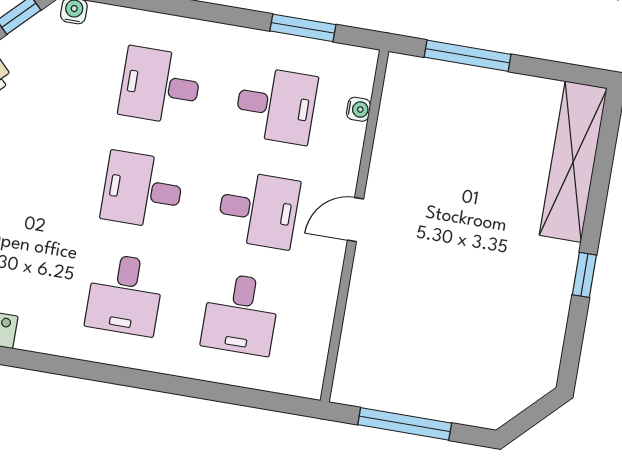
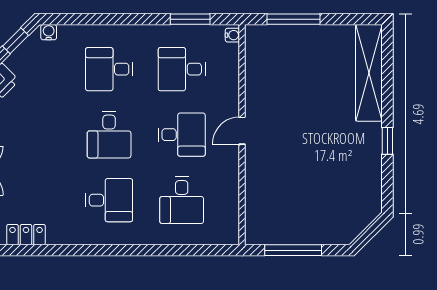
desk: (276, 105) -> (182, 69), turned 180
water cooler: (359, 109) -> (232, 35), moved
desk: (142, 190) -> (109, 135), turned -90
desk: (125, 295) -> (109, 200), turned -90

